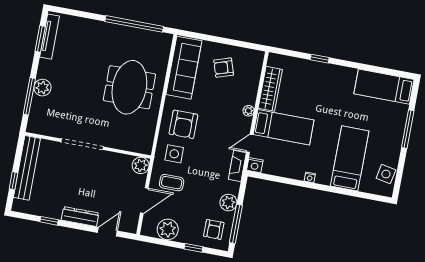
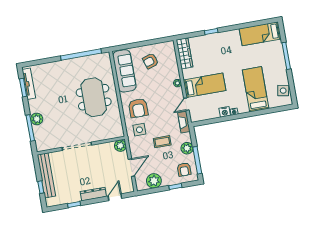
wardrobe: (270, 89) -> (184, 53), moved
nightstand: (255, 165) -> (225, 112), moved
coffee table: (172, 183) -> (162, 142), moved

